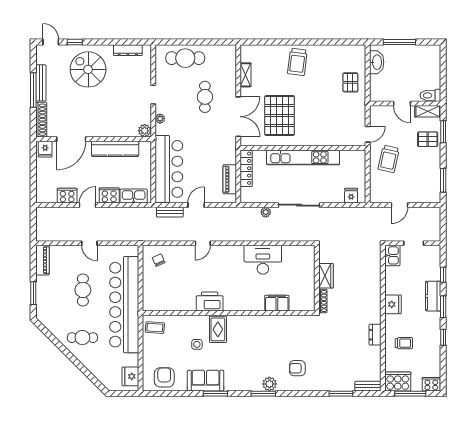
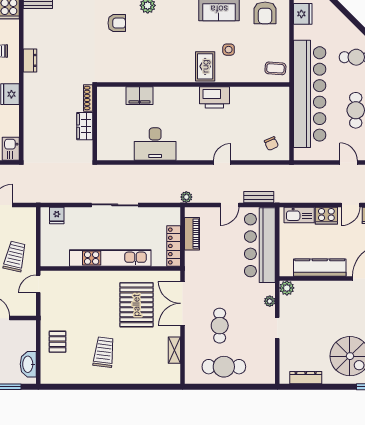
cafe table: (185, 58) -> (224, 367), moved
trolley: (297, 62) -> (104, 352), moved
plant: (266, 212) -> (186, 197), moved

